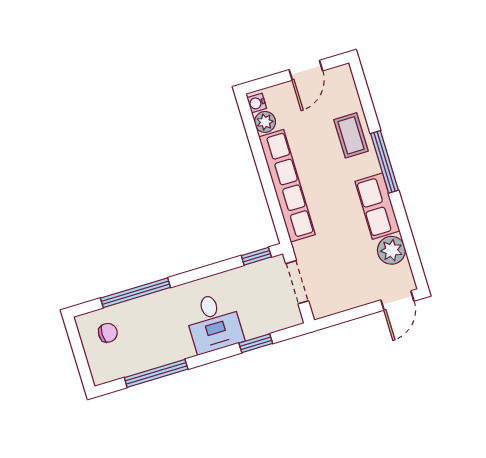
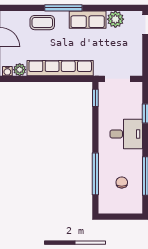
chair: (108, 333) -> (122, 182), moved

